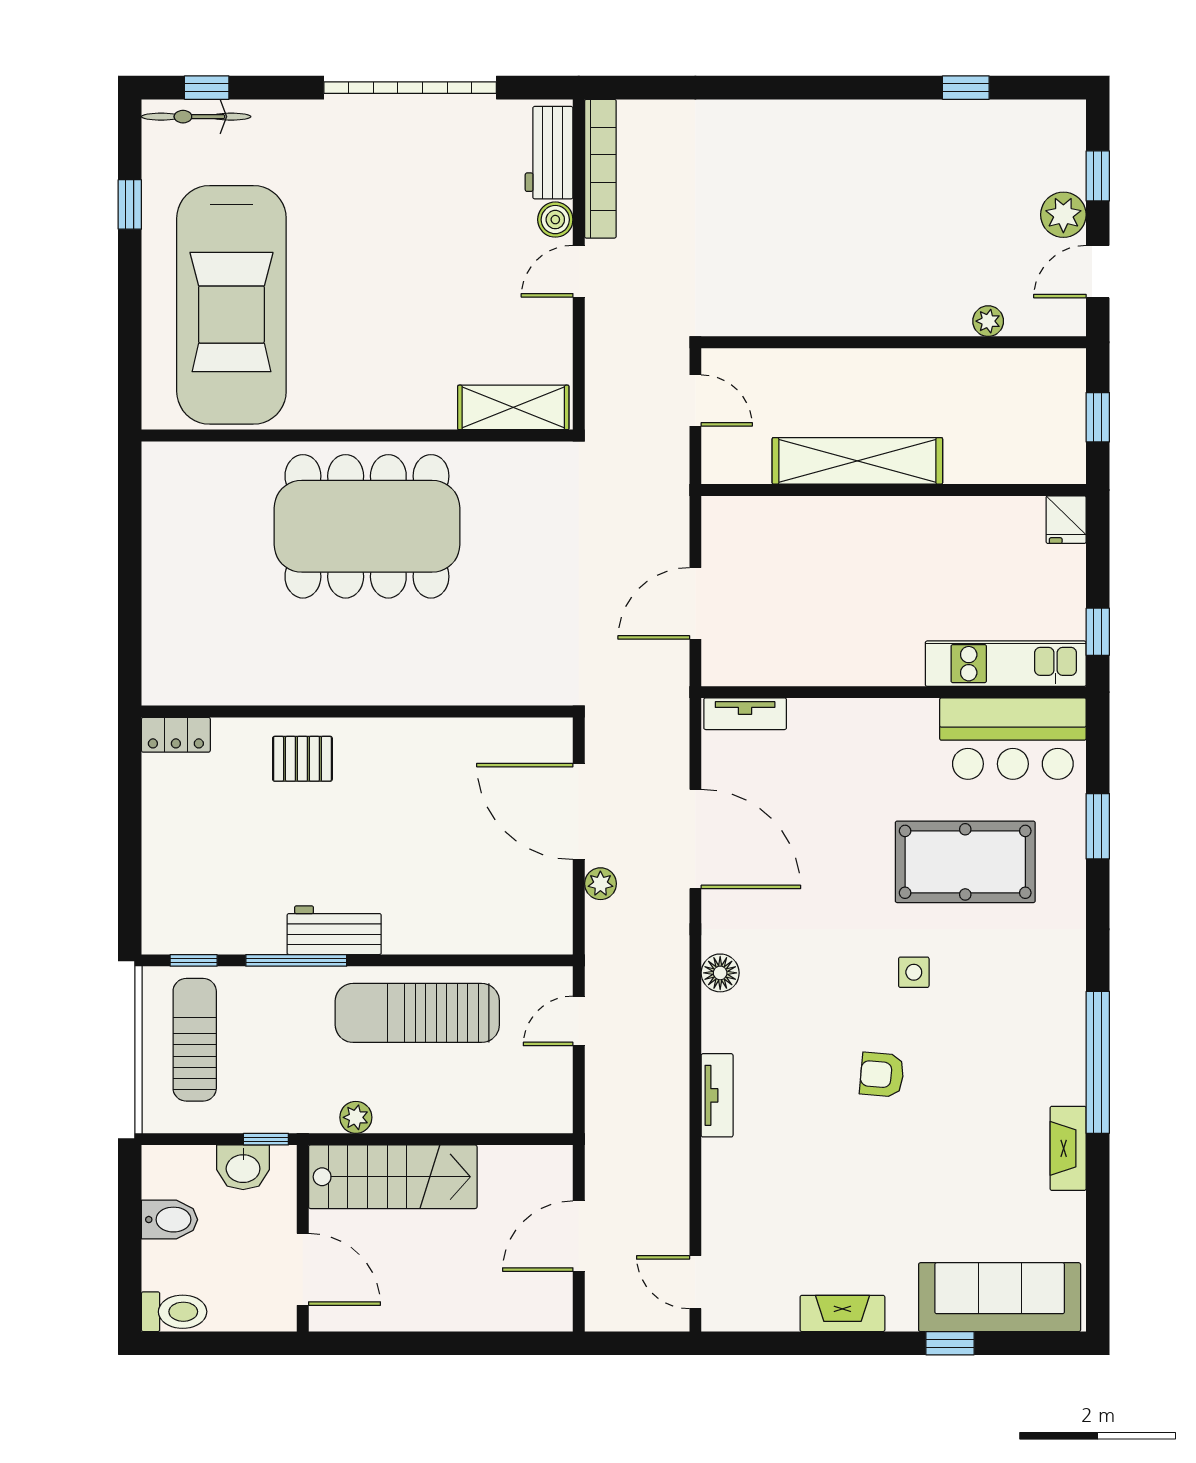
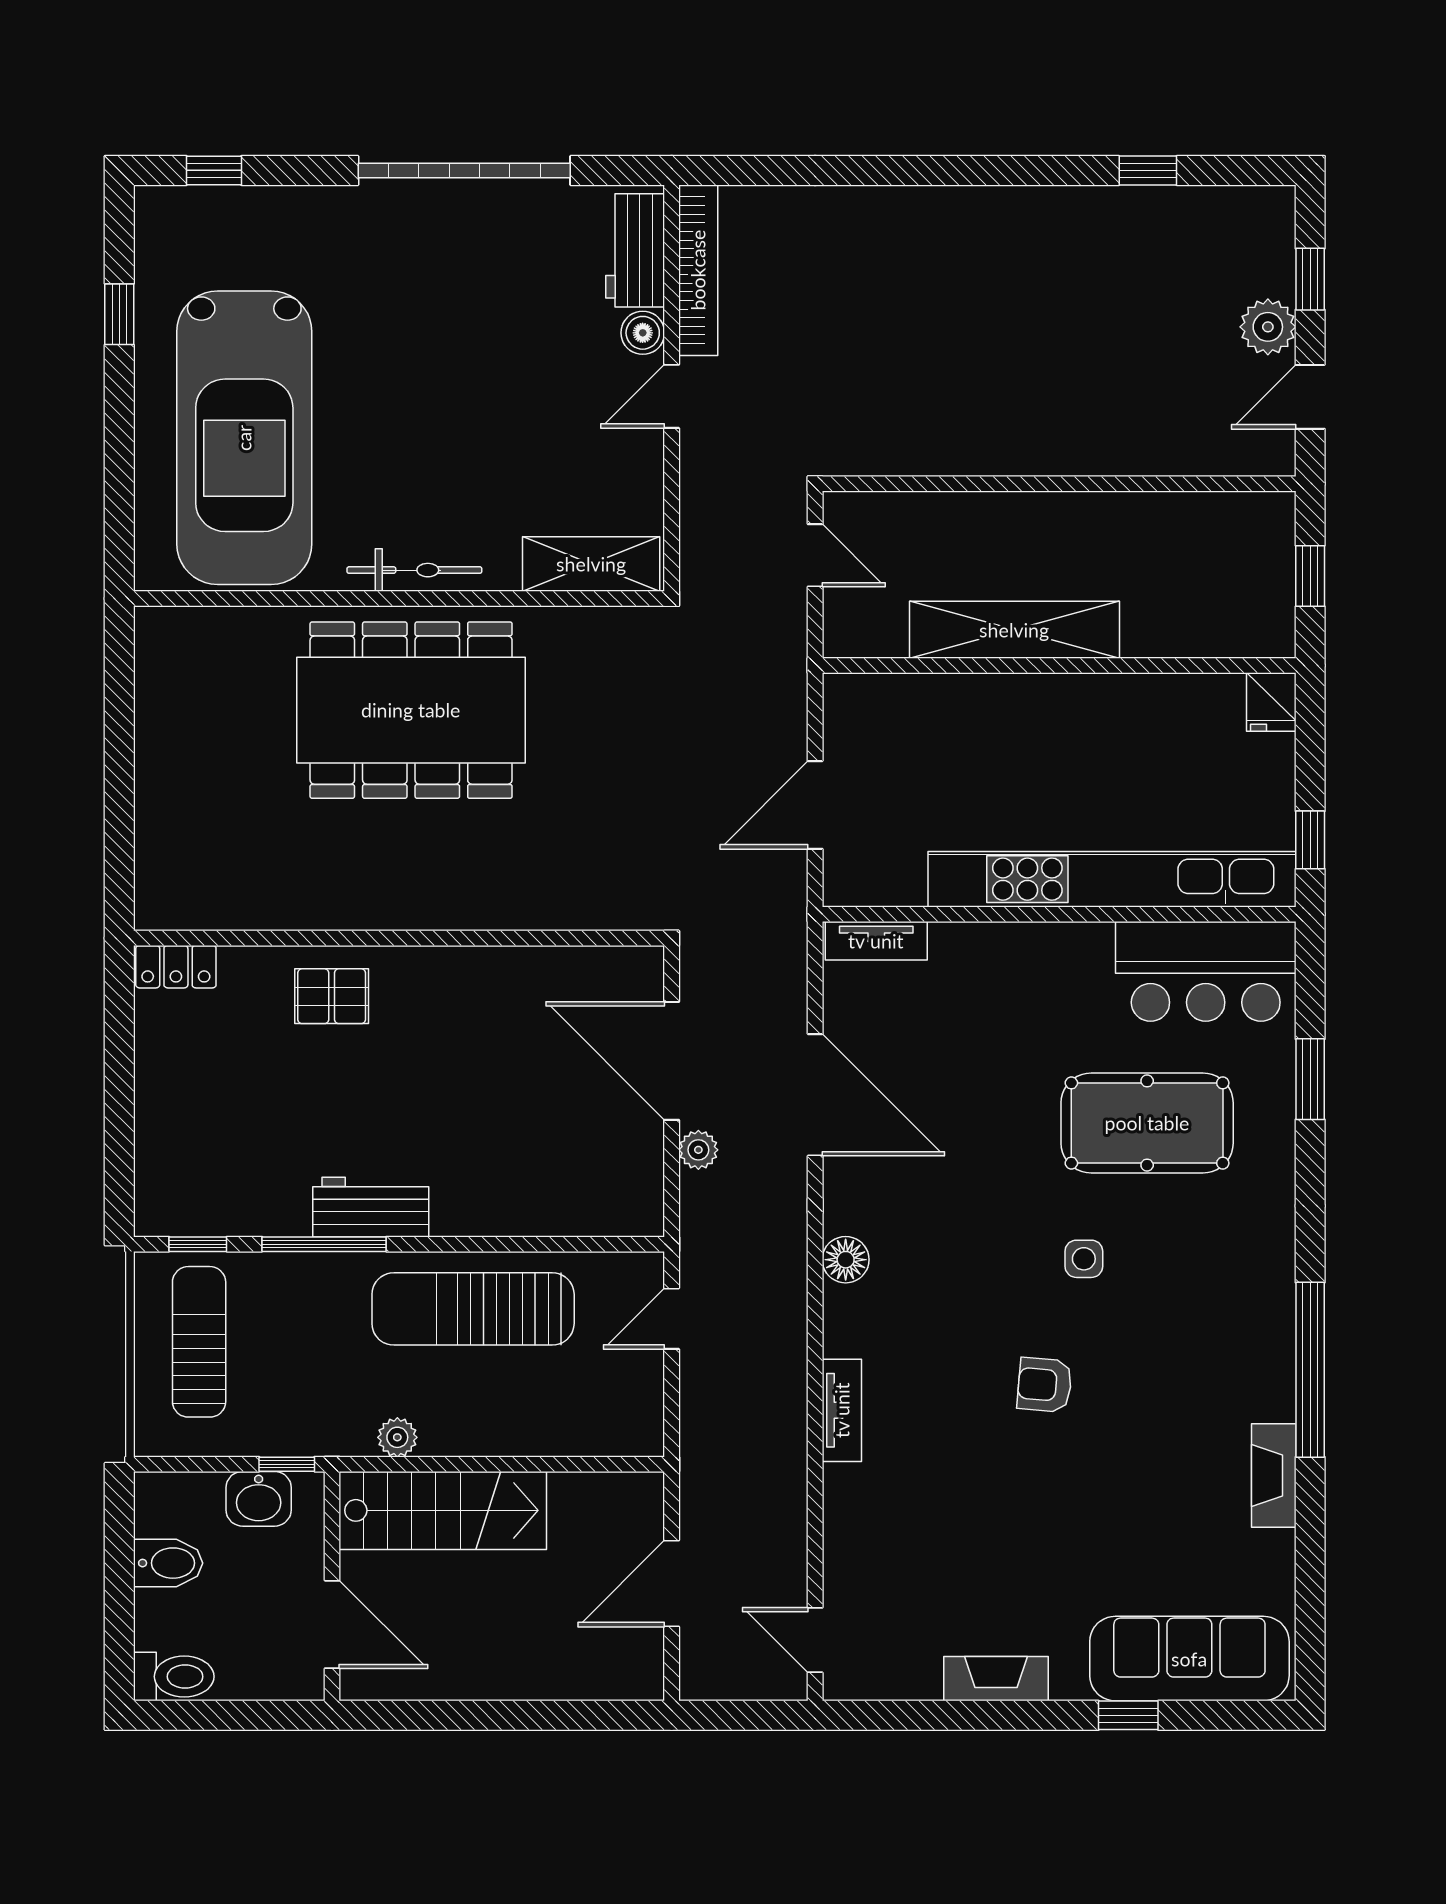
bicycle: (196, 117) -> (414, 570), moved, turned 180
plant: (988, 321) -> (1175, 458), removed
kitchen unit: (1006, 664) -> (1112, 879), width x1.86

